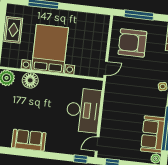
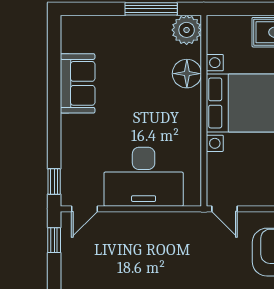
door: (97, 144) -> (84, 209), swing flipped

